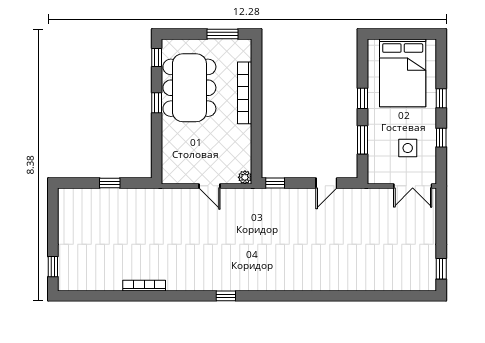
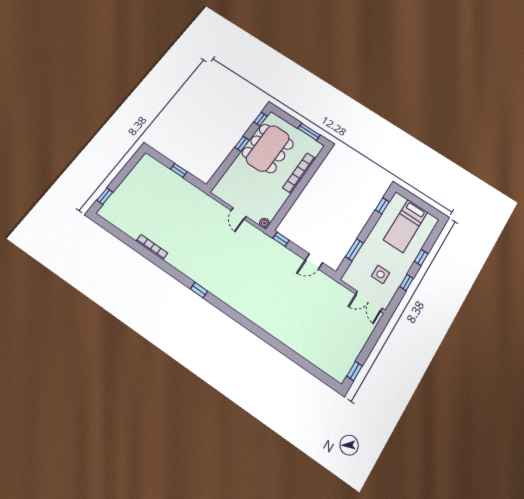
bed: (403, 73) -> (406, 226), width x0.67
window: (362, 98) -> (382, 206), moved

